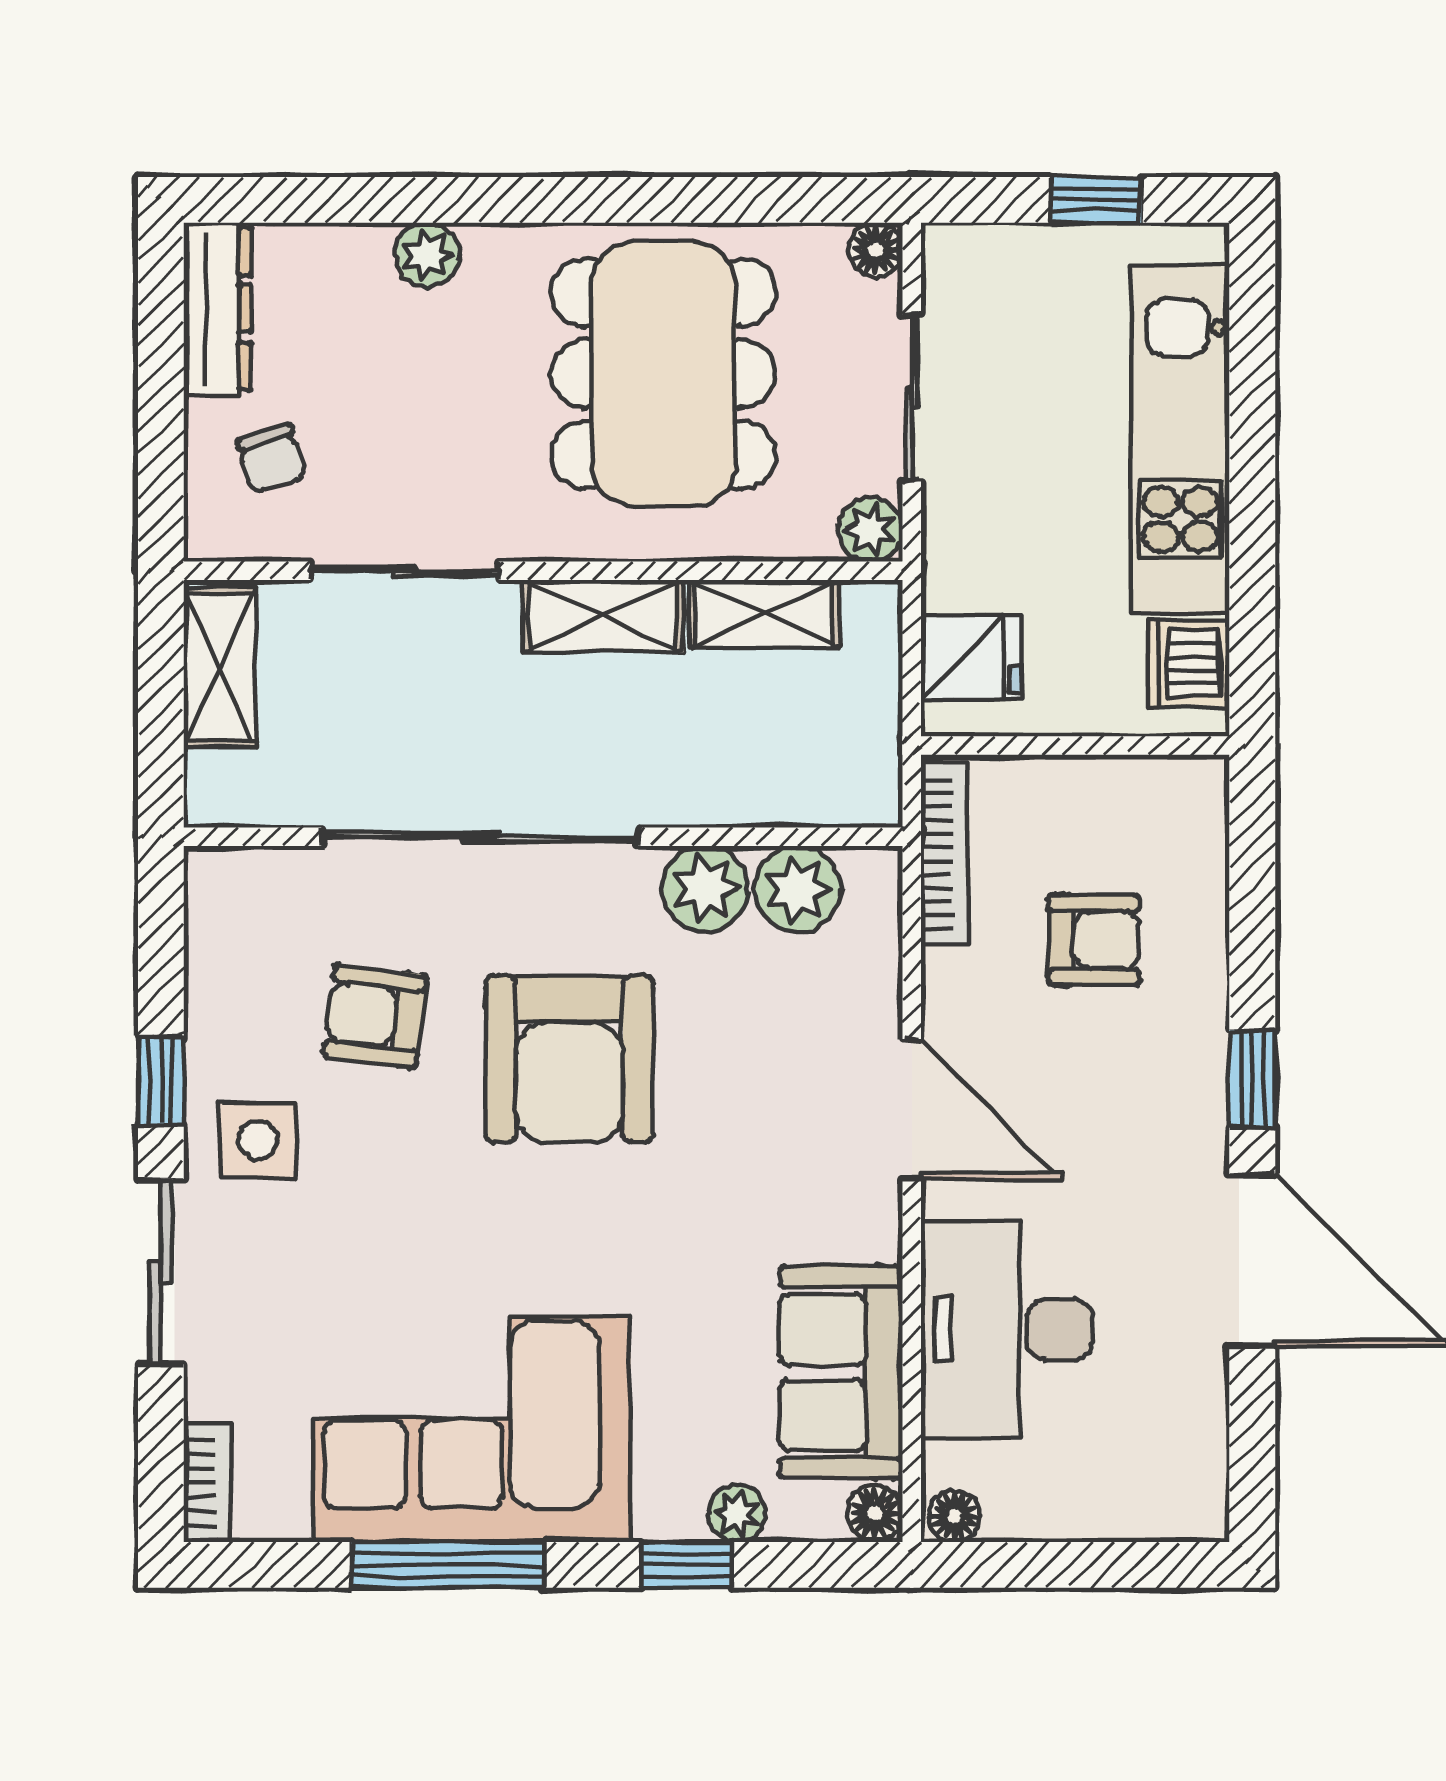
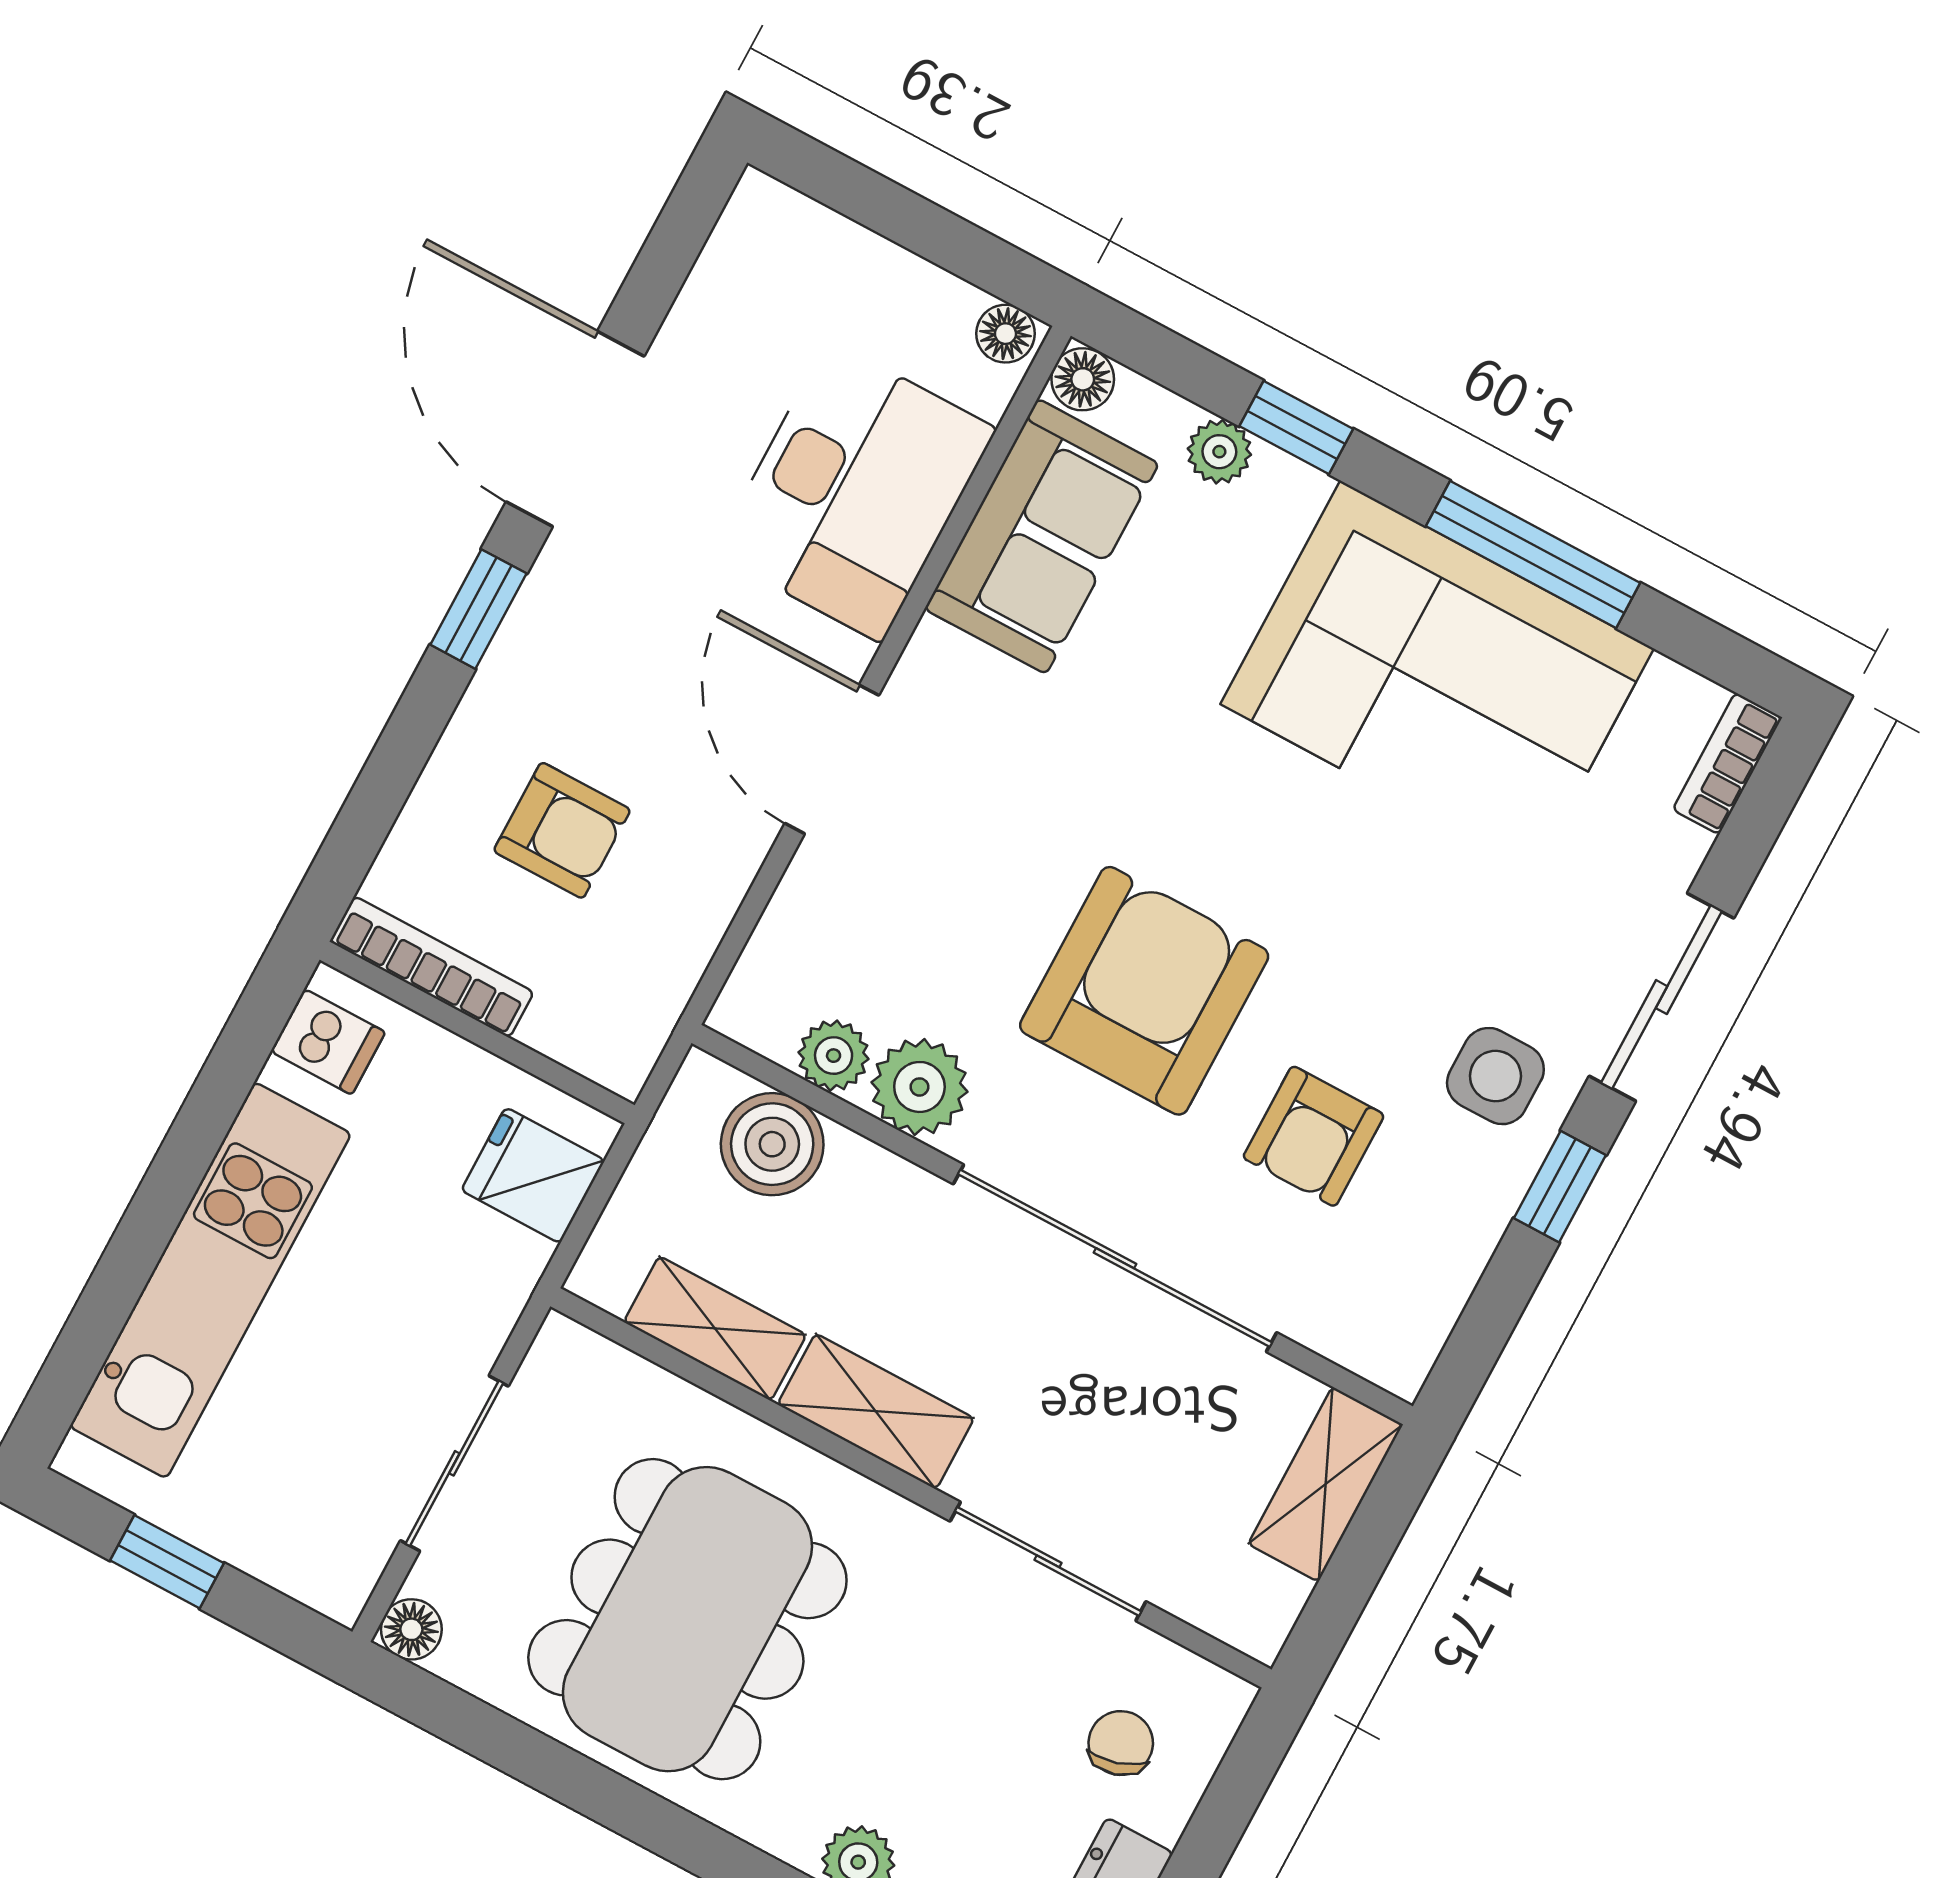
plant: (870, 529) -> (565, 1355), removed
dishwasher: (1188, 664) -> (328, 1042), width x0.73
shelving: (219, 667) -> (1325, 1484), moved
boiler: (797, 782) -> (772, 1144), added
bookcase: (944, 854) -> (432, 967), moved, turned 90
plant: (798, 889) -> (834, 1056), width x0.73, depth x0.73
armchair: (1094, 940) -> (562, 830), turned 180
armchair: (375, 1016) -> (1314, 1136), turned 83

